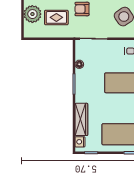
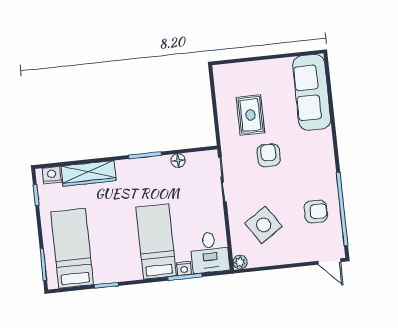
plant: (32, 14) -> (252, 75), removed

